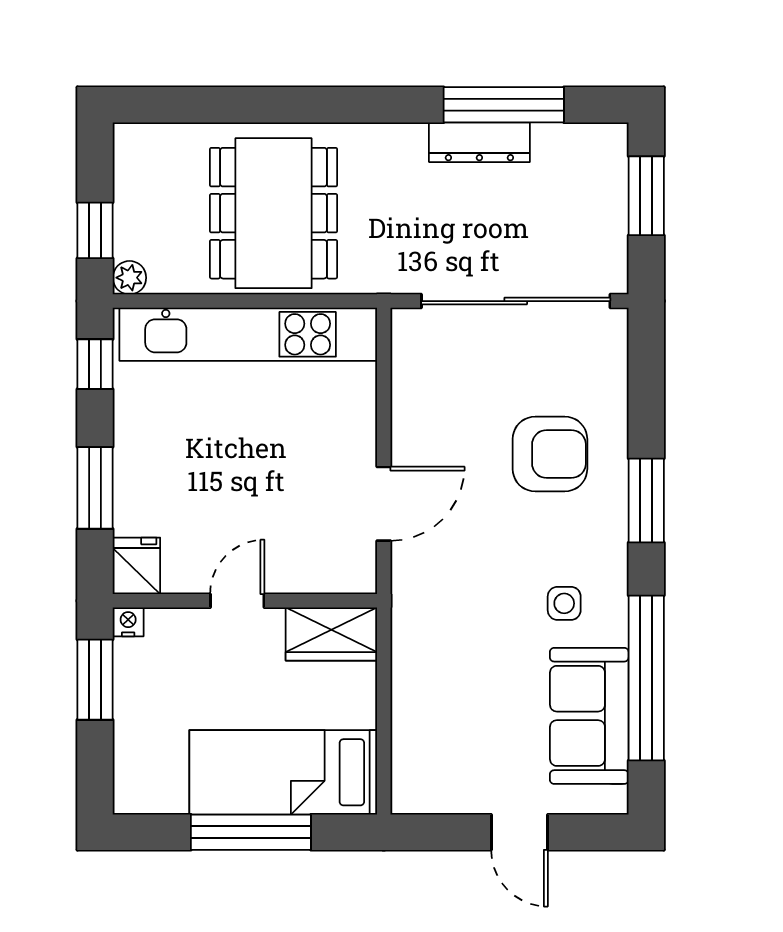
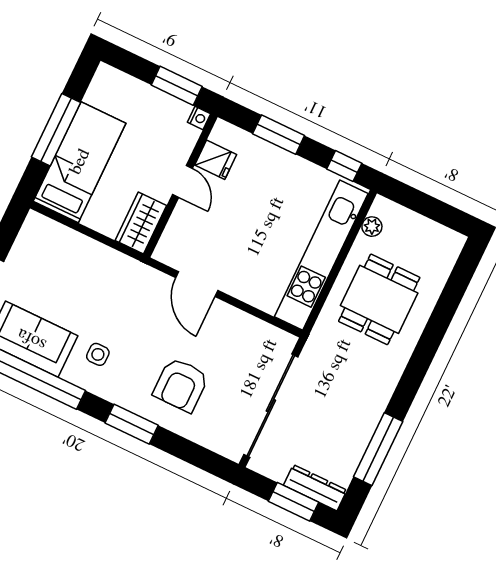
dresser: (479, 142) -> (315, 488), moved, turned 90
dining table: (274, 213) -> (379, 299), width x0.73
window: (95, 230) -> (415, 200), removed
plant: (129, 278) -> (372, 227), moved
fridge: (136, 566) -> (216, 160), moved

